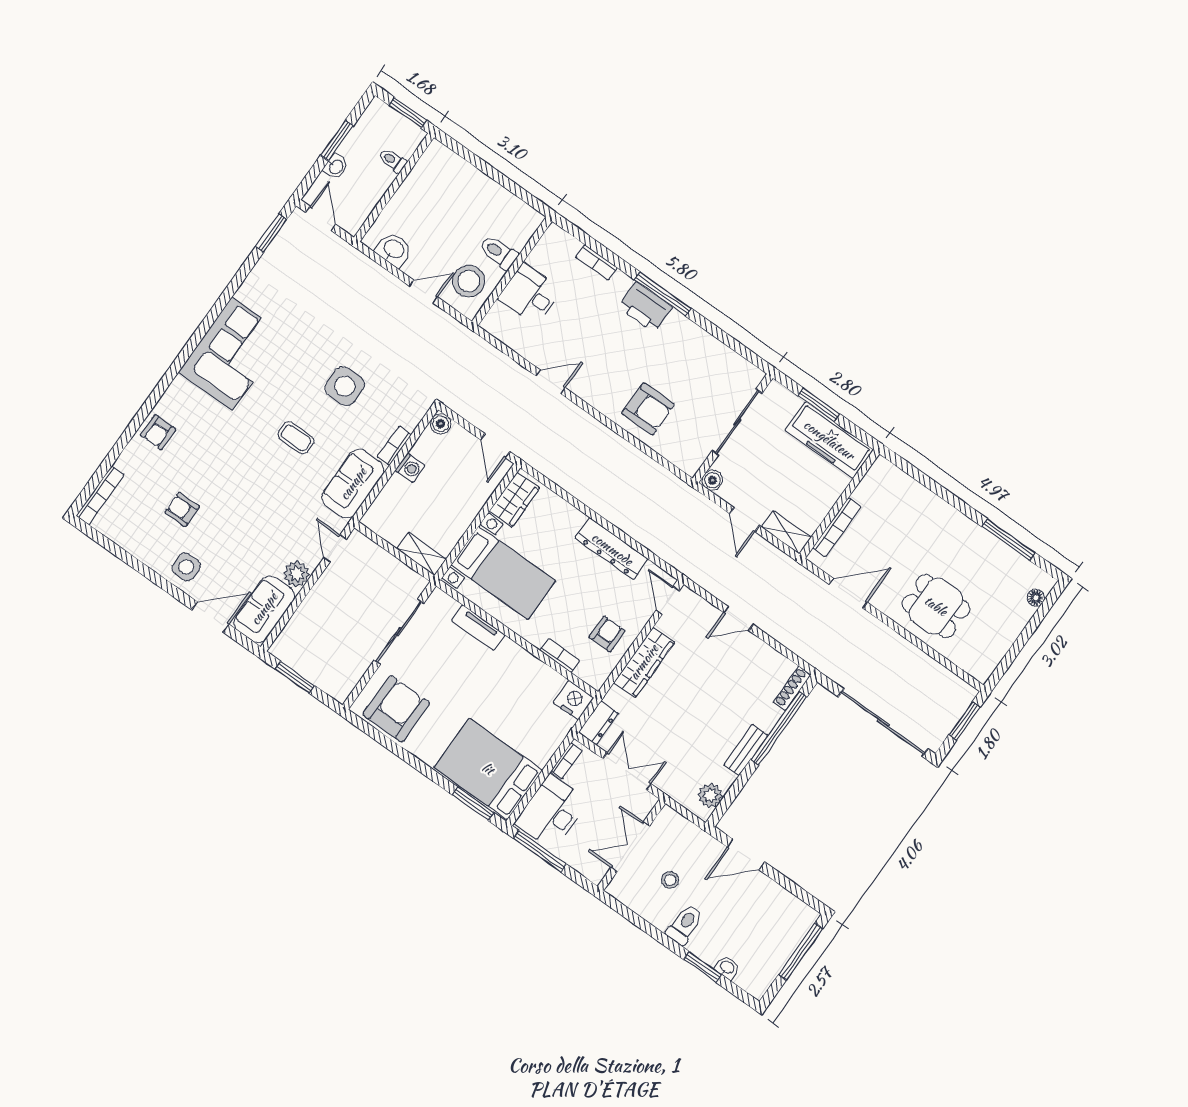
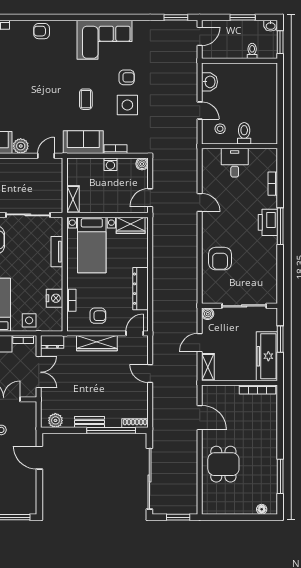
washbasin: (336, 166) -> (271, 26), moved
stool: (469, 281) -> (220, 129), width x0.53, depth x0.53
armchair: (182, 510) -> (127, 77), moved, turned 90
bookcase: (837, 527) -> (258, 390), moved
nightstand: (574, 700) -> (55, 298), moved
side table: (546, 734) -> (29, 320), added

